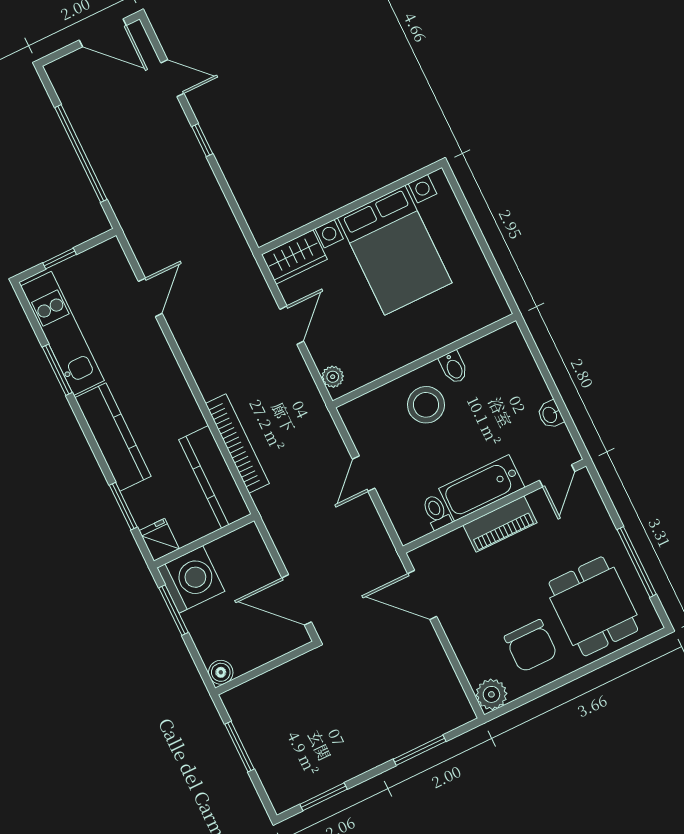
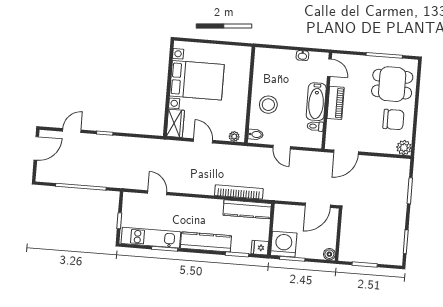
bidet: (454, 367) -> (256, 134), moved

